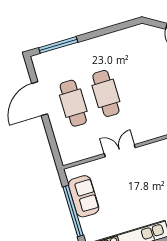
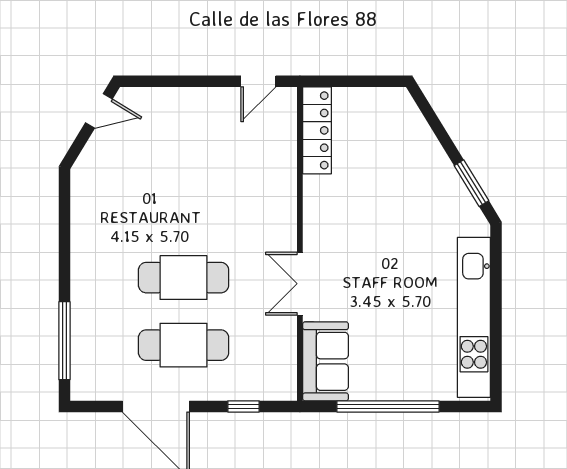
window: (52, 141) -> (243, 406), added
sofa: (84, 196) -> (325, 361), moved, turned 90

